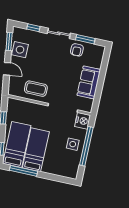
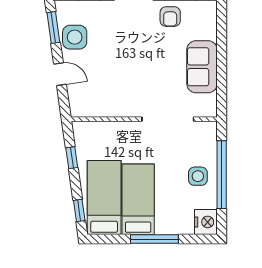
coffee table: (36, 89) -> (116, 97), removed
nightstand: (83, 121) -> (206, 222), moved
window: (24, 171) -> (154, 239), moved

